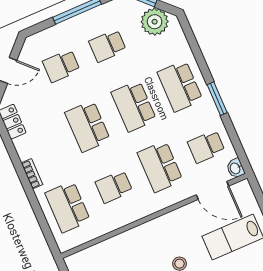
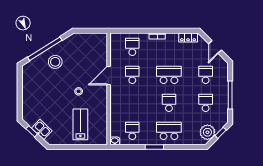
school desk: (134, 106) -> (169, 103), width x0.54
school desk: (160, 167) -> (132, 103), removed
door: (213, 190) -> (109, 75), moved
school desk: (68, 207) -> (132, 47), width x0.54

